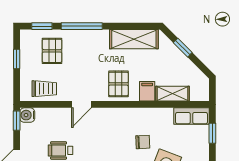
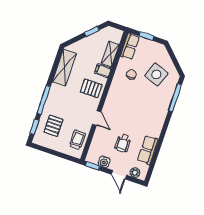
window: (183, 48) -> (92, 31), moved
pallet: (52, 51) -> (53, 126), turned 90
window: (17, 59) -> (51, 152), removed
water cooler: (27, 115) -> (104, 162), moved
chair: (143, 142) -> (131, 74), moved

